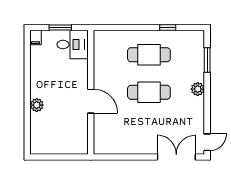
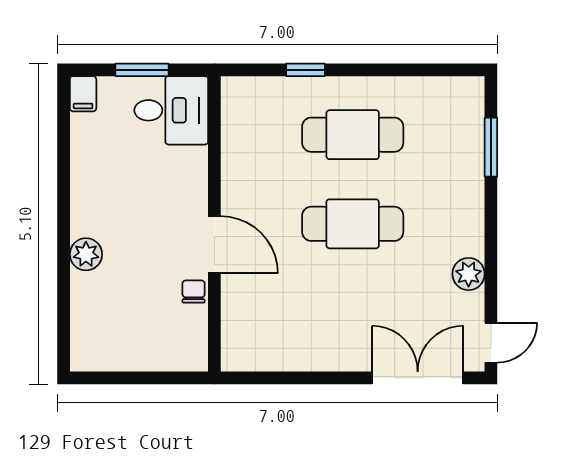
window: (168, 27) -> (305, 70), moved
plant: (198, 89) -> (469, 274), moved
chair: (82, 121) -> (194, 292), added

